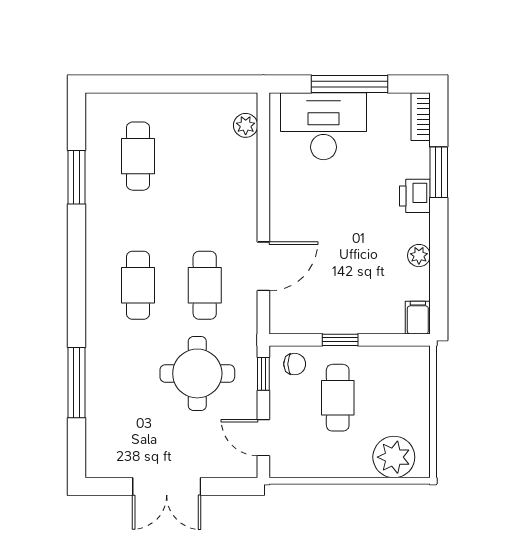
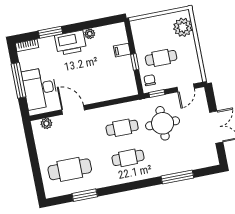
cafe table: (138, 156) -> (70, 169), width x1.37, depth x1.35
printer: (415, 196) -> (70, 43), width x1.87, depth x1.48
door: (263, 266) -> (73, 110), moved
filing cabinet: (418, 318) -> (122, 50), moved

